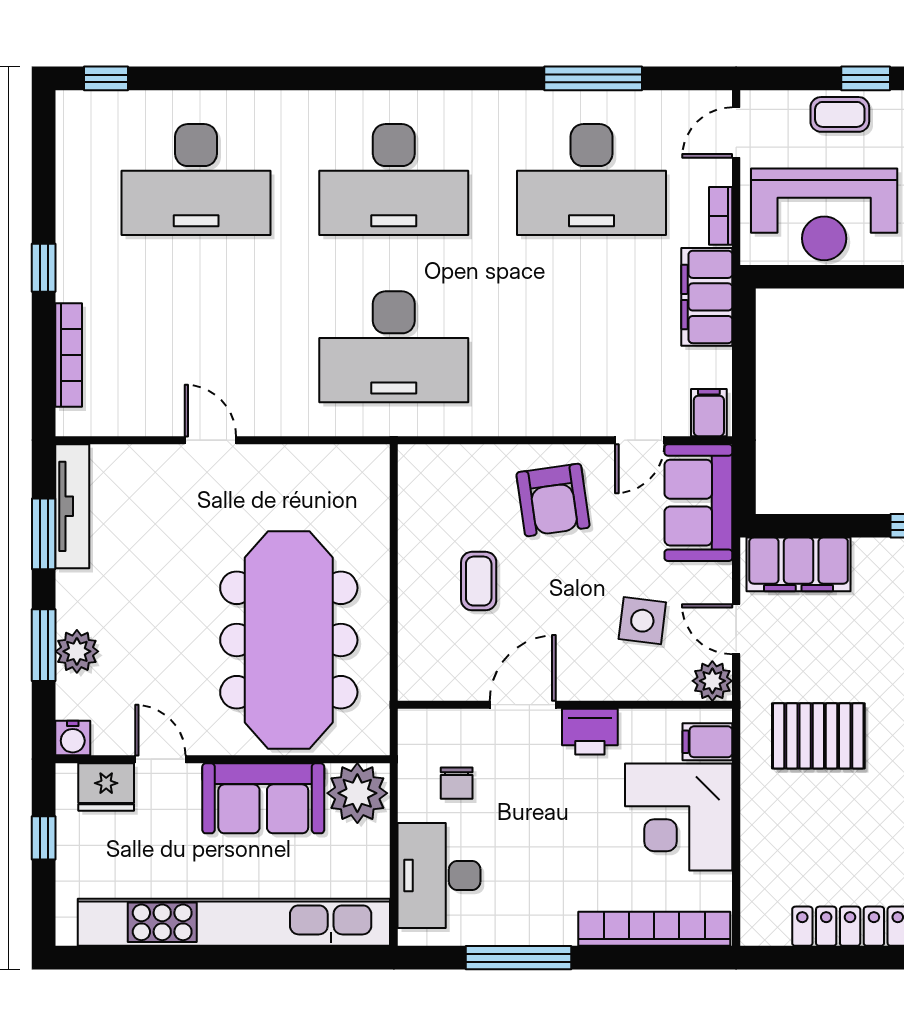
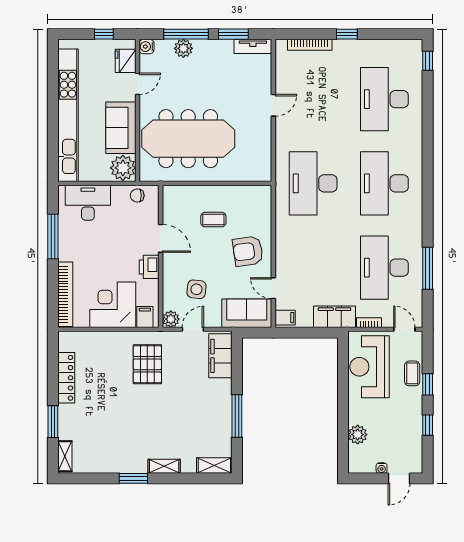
tv unit: (72, 506) -> (253, 46), width x0.71
window: (44, 645) -> (186, 34), width x1.44
chair: (457, 783) -> (137, 196), moved

